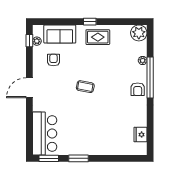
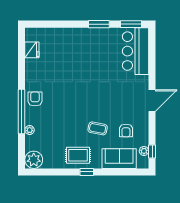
coffee table: (85, 87) -> (98, 128), moved

